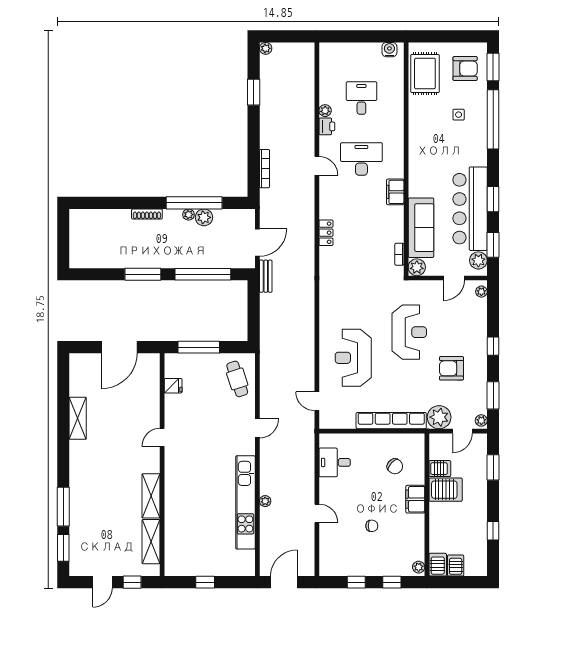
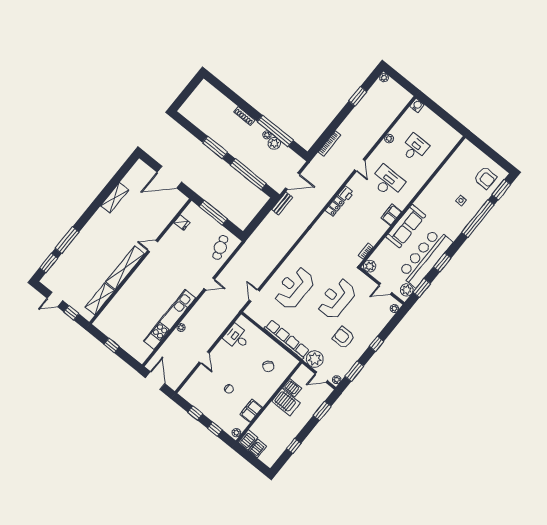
water cooler: (389, 50) -> (417, 105), moved
rug: (425, 74) -> (461, 163), removed
printer: (327, 126) -> (346, 194), moved
sofa: (421, 228) -> (406, 226), moved
reception desk: (409, 332) -> (336, 299), turned 180
shelving: (151, 496) -> (125, 268), width x1.47
filing cabinet: (415, 499) -> (251, 411), moved
door: (284, 582) -> (155, 381), hinge flipped

